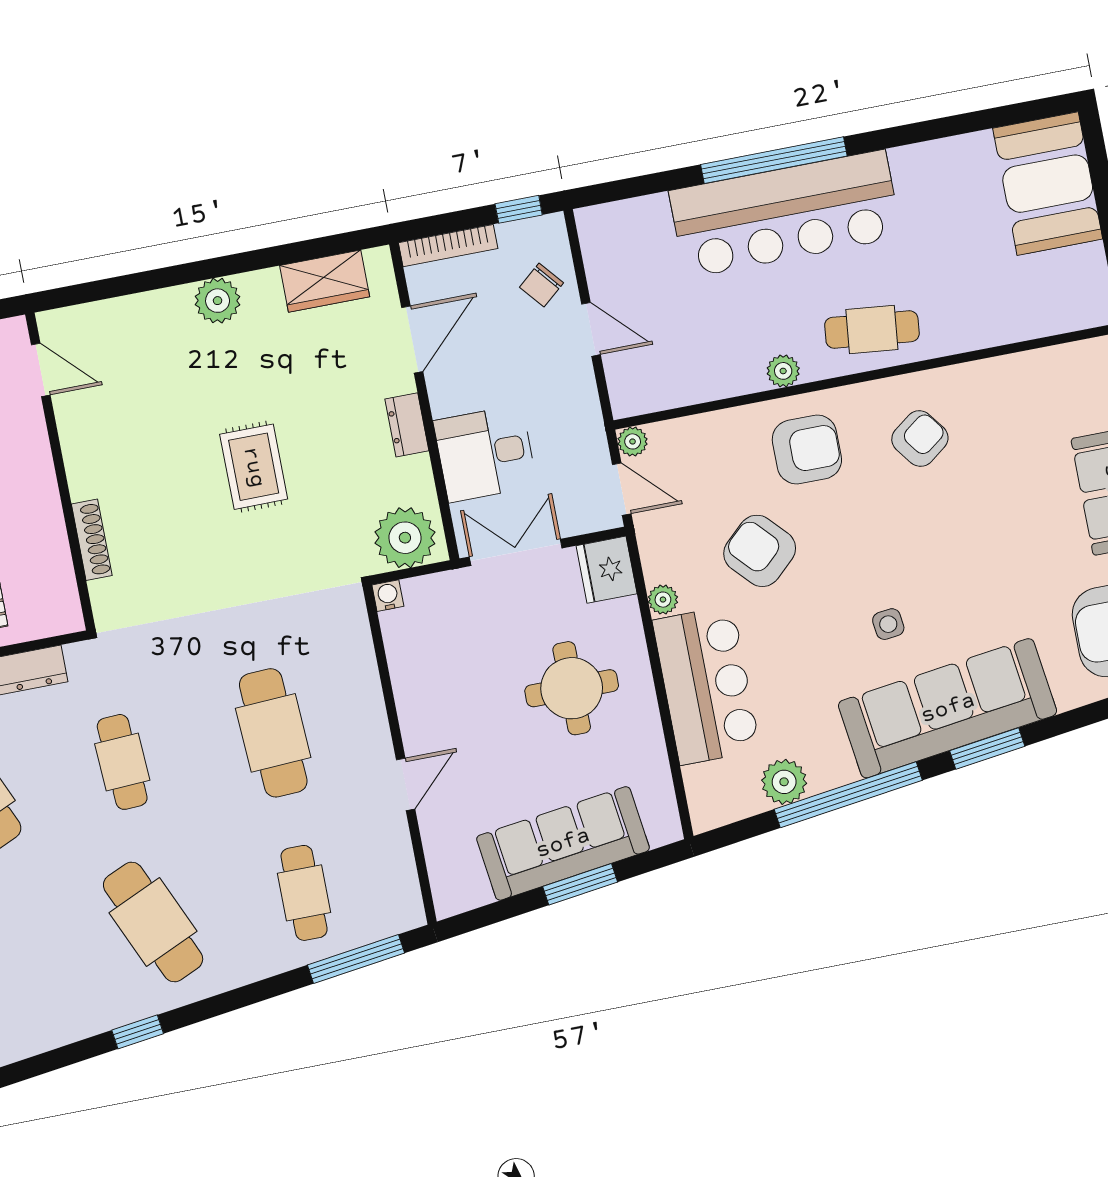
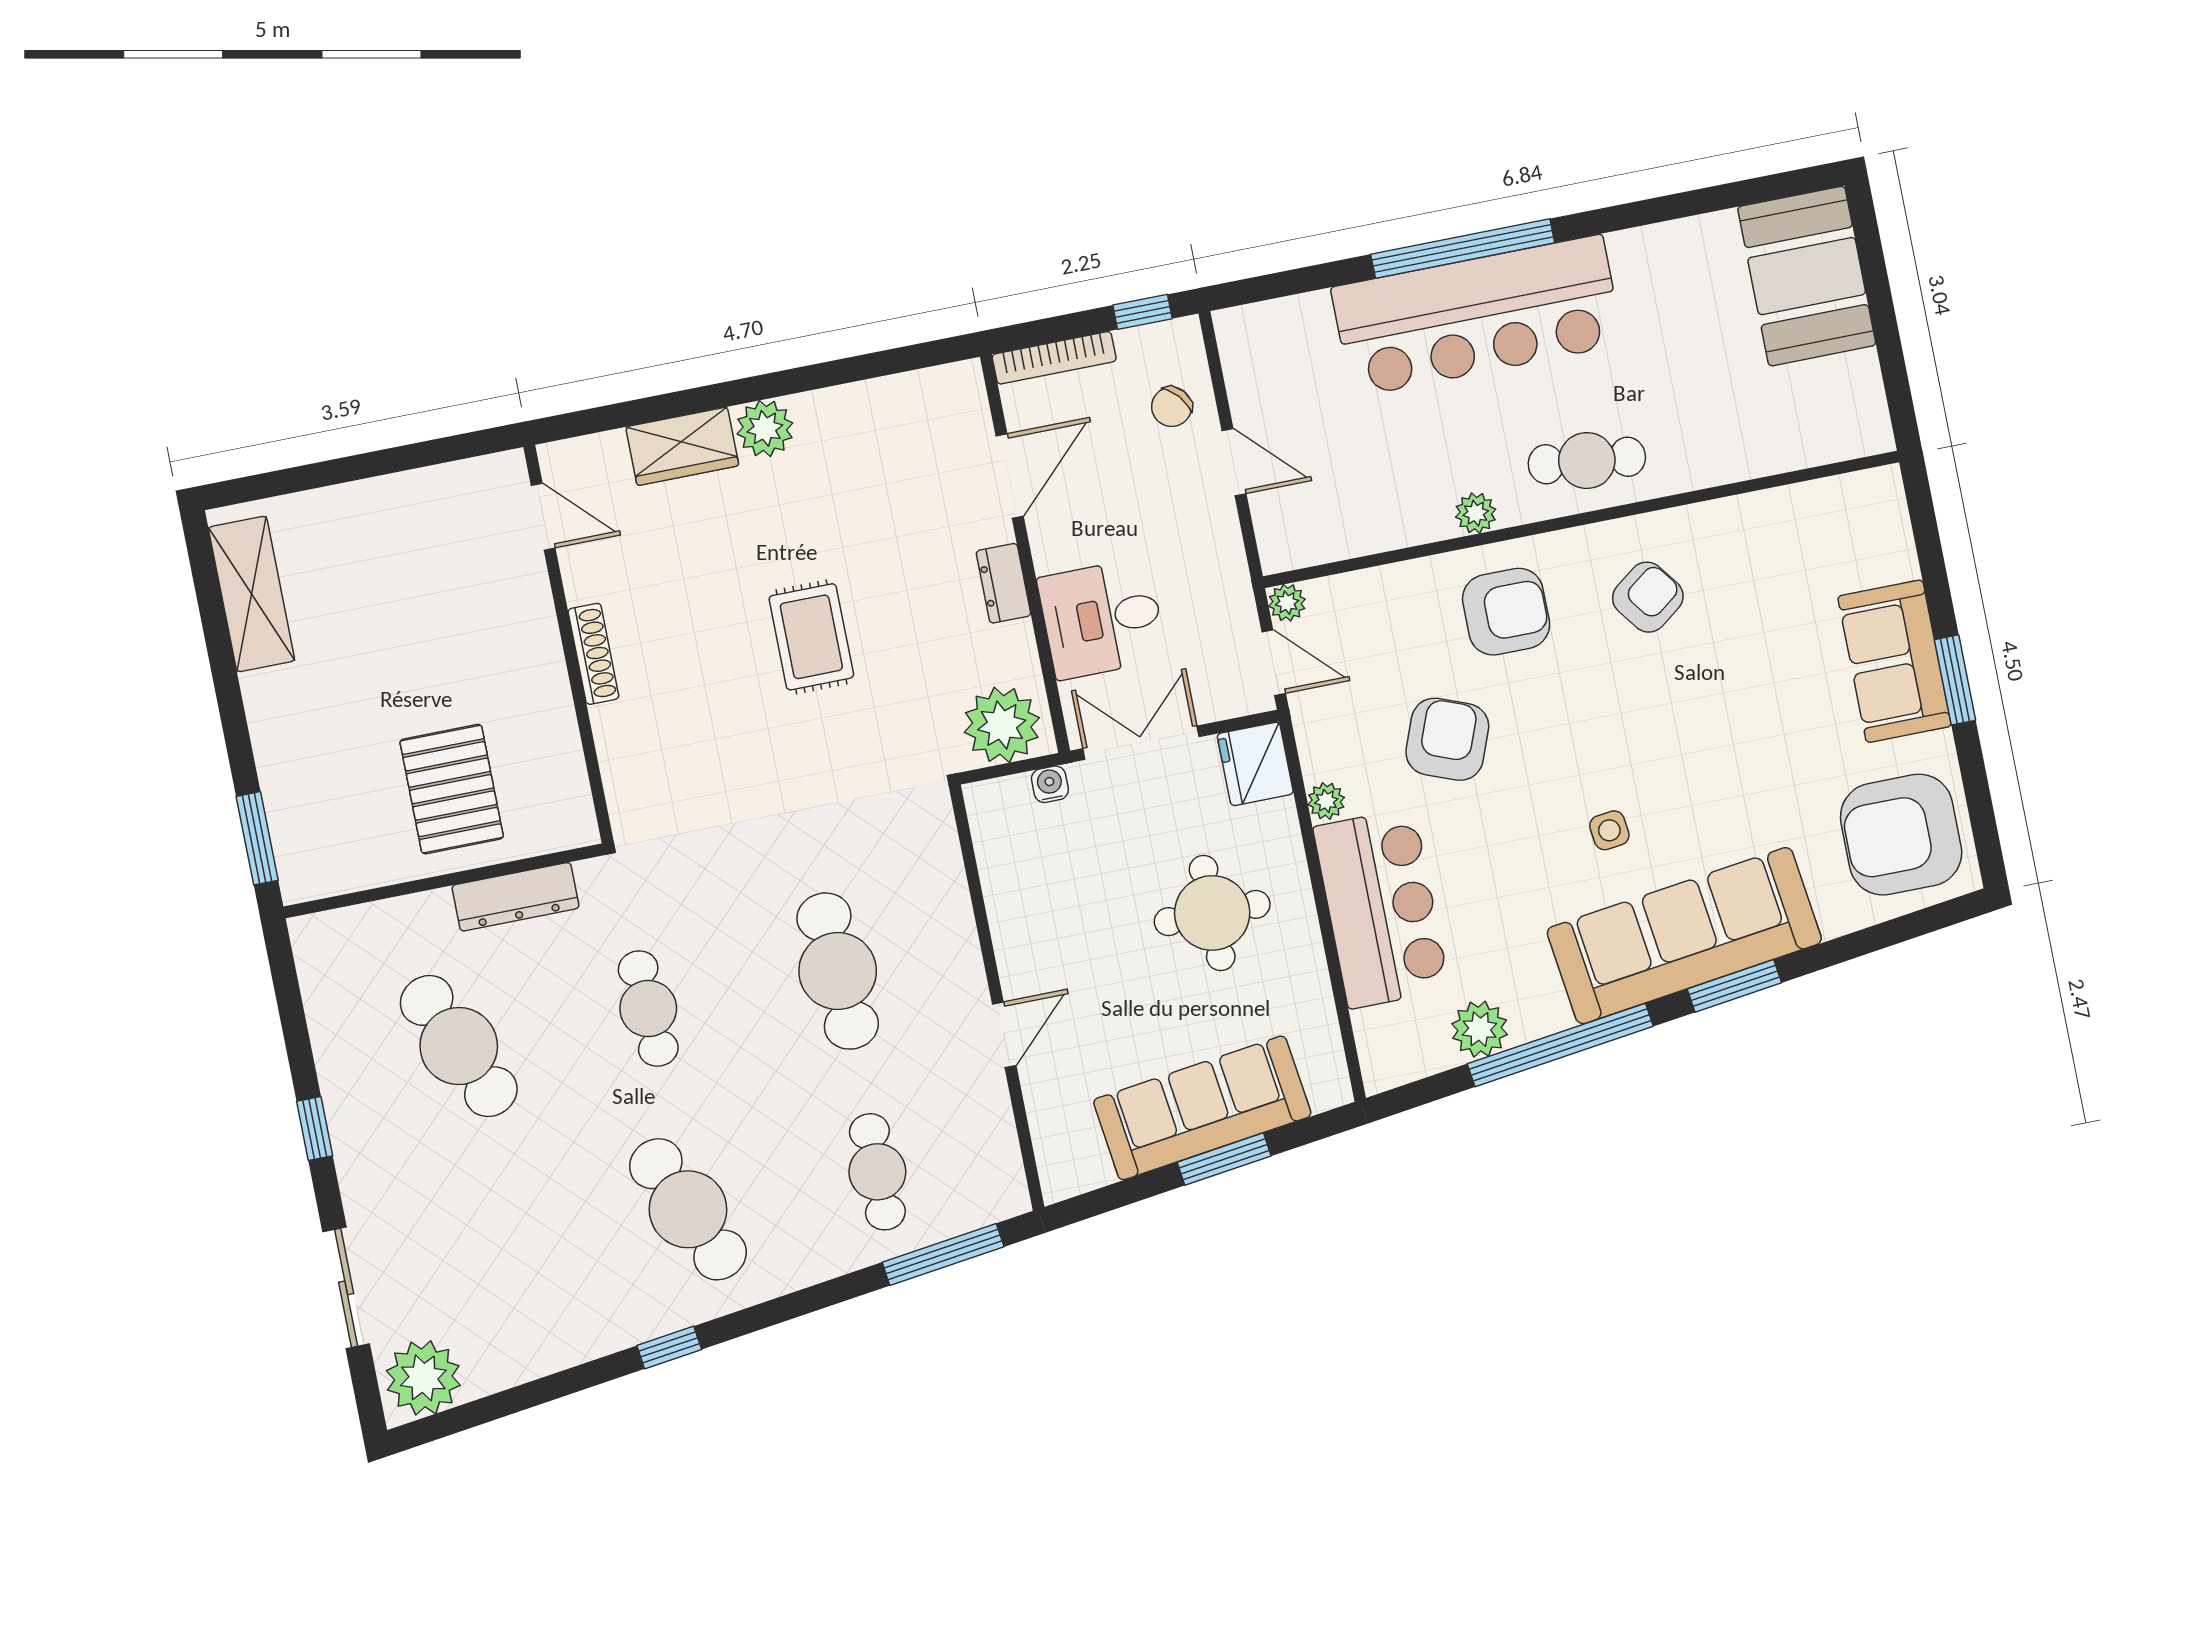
wardrobe: (325, 281) -> (682, 446), moved
shoe rack: (92, 540) -> (593, 654), moved
armchair: (760, 551) -> (1447, 739), turned 64
water cooler: (388, 596) -> (1050, 784), moved

